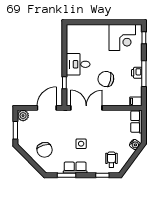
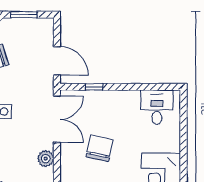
desk: (78, 64) -> (157, 107), moved
plant: (23, 116) -> (46, 159), moved

